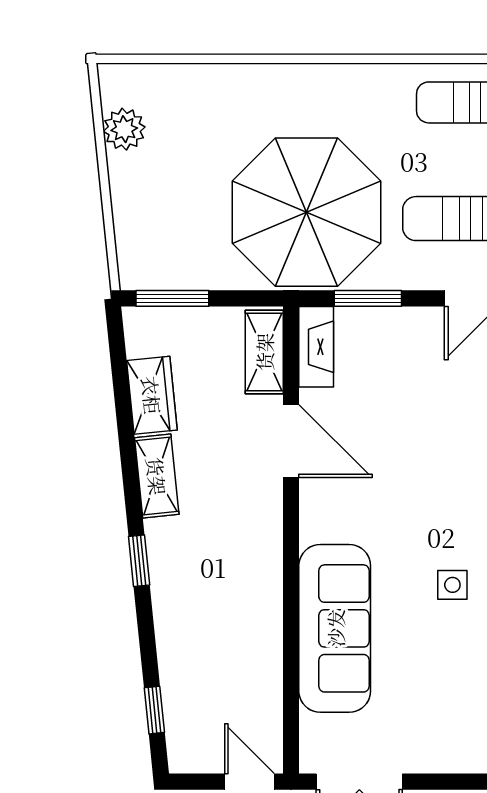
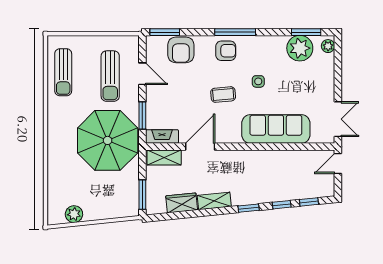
coffee table: (420, 498) -> (223, 95), added
window: (147, 642) -> (282, 205), added

